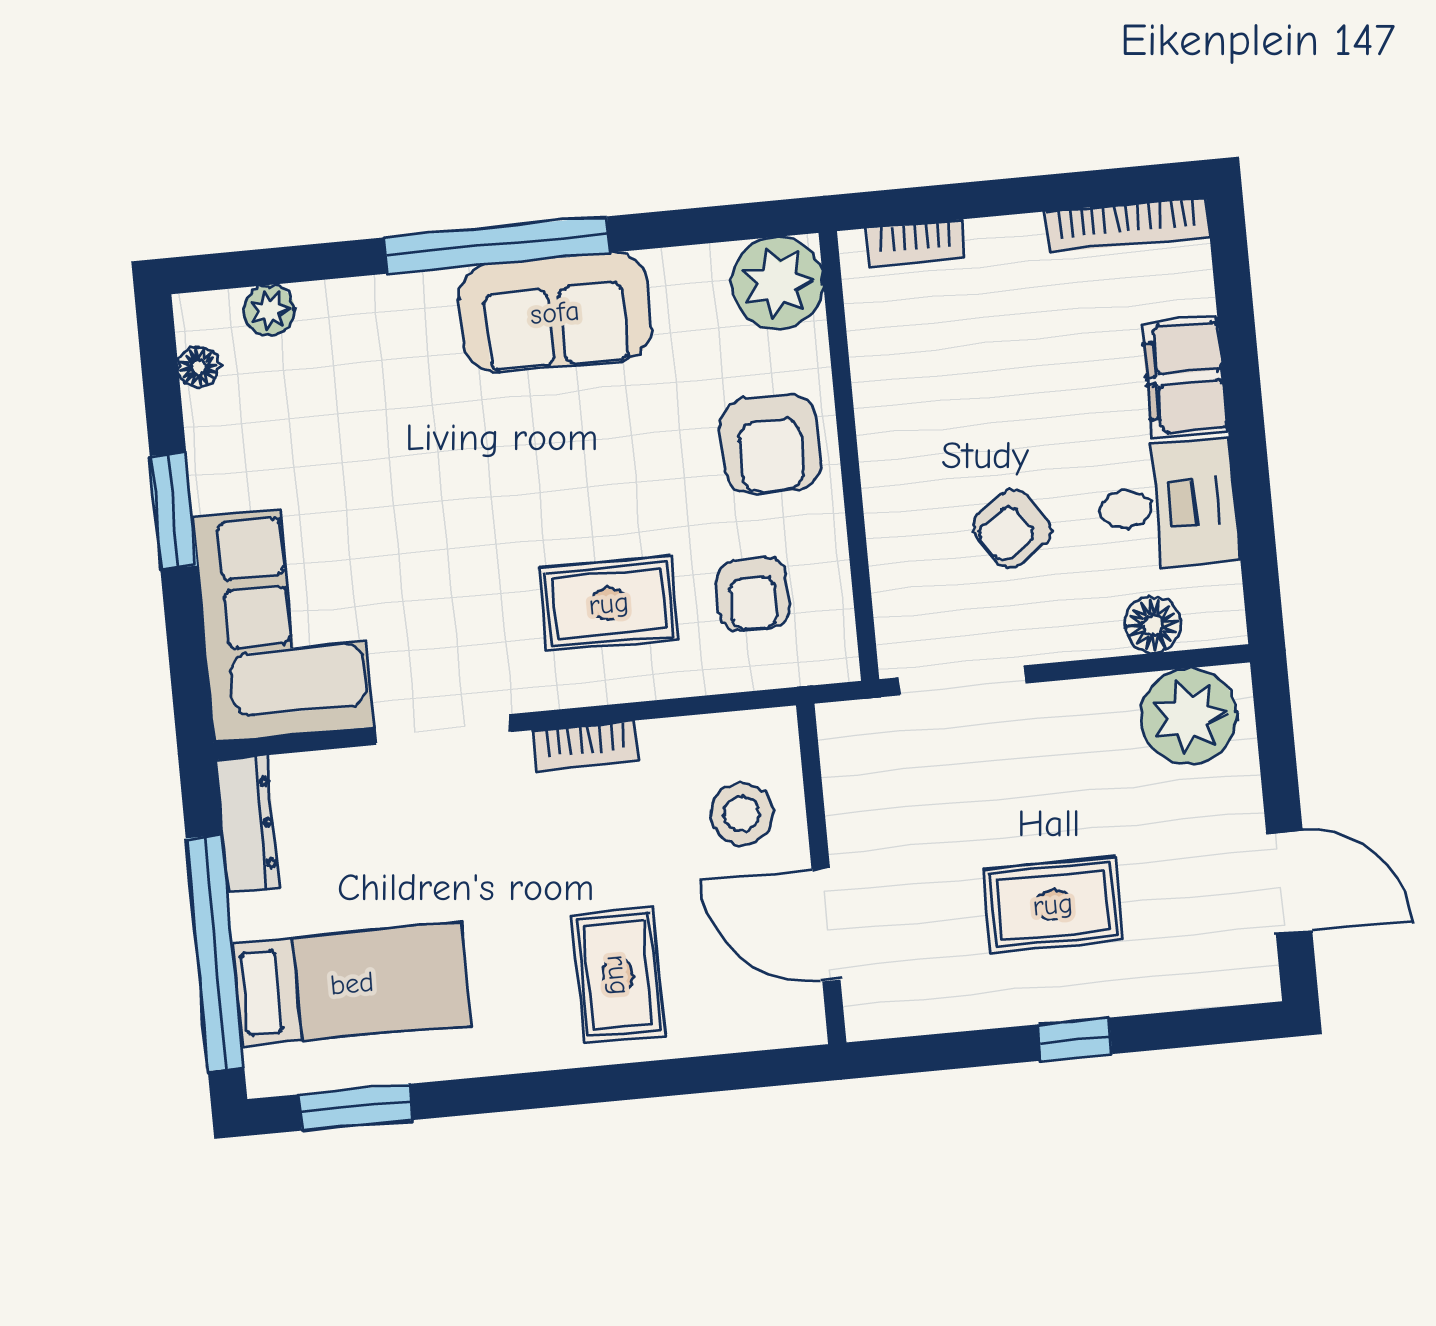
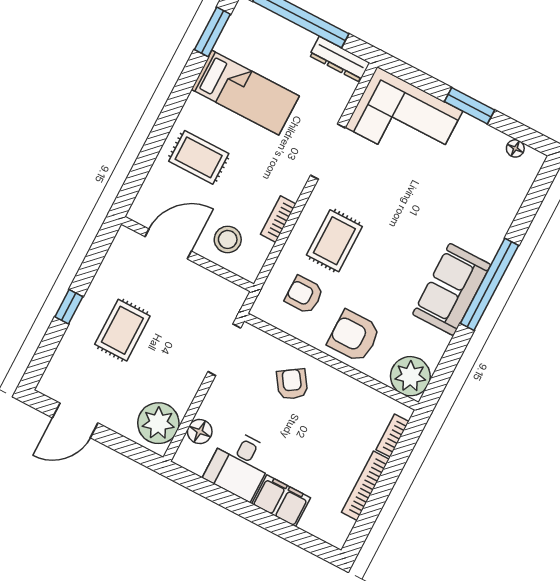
bookcase: (1127, 225) -> (365, 486), moved
plant: (269, 310) -> (519, 187), removed
armchair: (1012, 529) -> (292, 384), moved
bookcase: (586, 746) -> (278, 219), moved
bed: (352, 984) -> (245, 93), moved, turned -90

